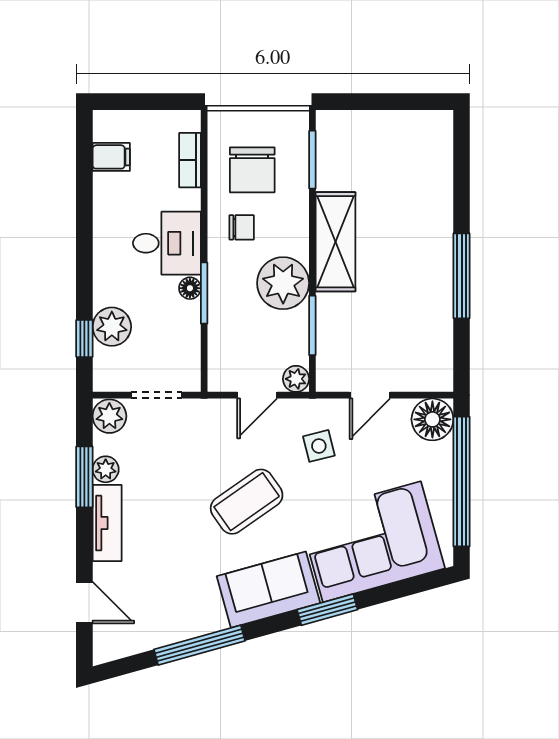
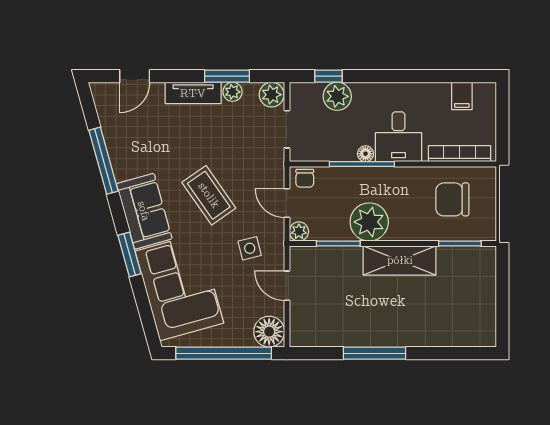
bookcase: (190, 160) -> (459, 154), width x1.56
chair: (242, 227) -> (305, 178), moved
window: (204, 293) -> (362, 164), width x1.44

